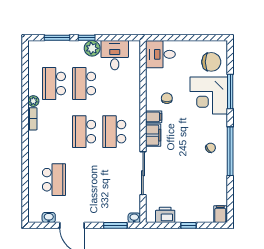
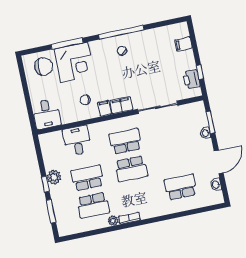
desk: (115, 55) -> (77, 141), moved, turned 90
chair: (211, 62) -> (44, 66), turned 90
school desk: (84, 84) -> (87, 178), turned 180
school desk: (114, 132) -> (125, 141), turned 180
filing cabinet: (220, 214) -> (183, 44), moved
washbasin: (134, 218) -> (205, 133), moved
window: (188, 225) -> (200, 72), moved

